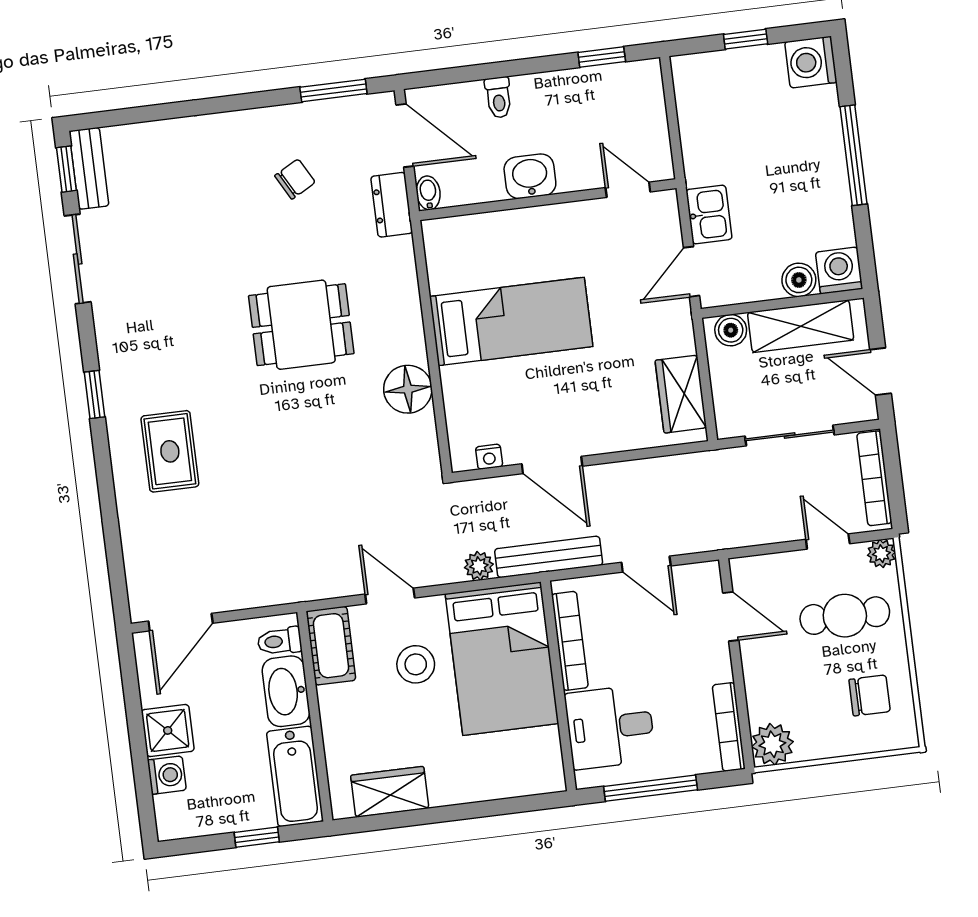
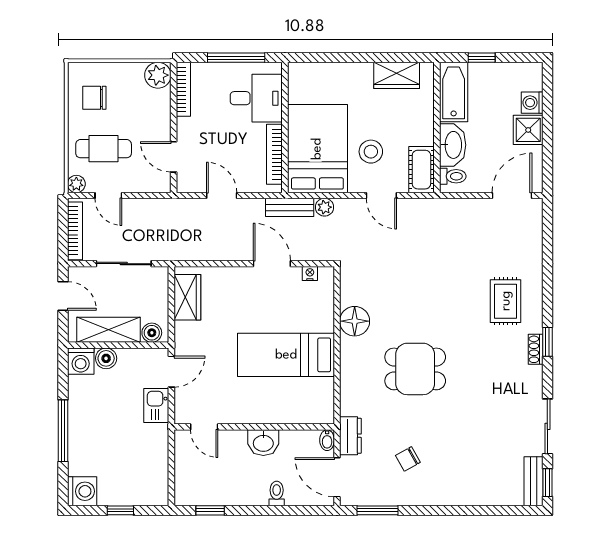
shoe rack: (112, 380) -> (536, 349), added
bench: (549, 557) -> (290, 207), width x0.73

